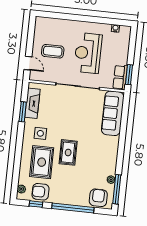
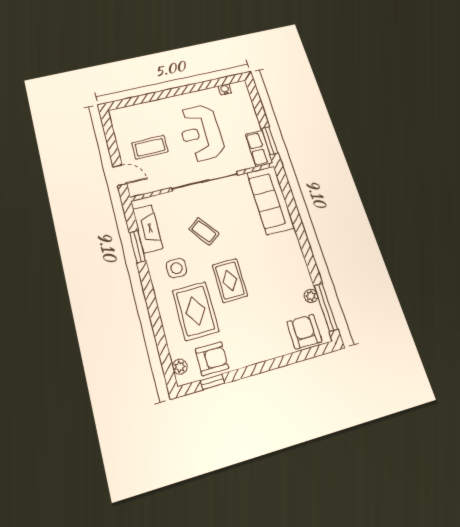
coffee table: (65, 118) -> (204, 231), added
armchair: (41, 192) -> (212, 359), turned 180
window: (73, 208) -> (273, 364), removed

